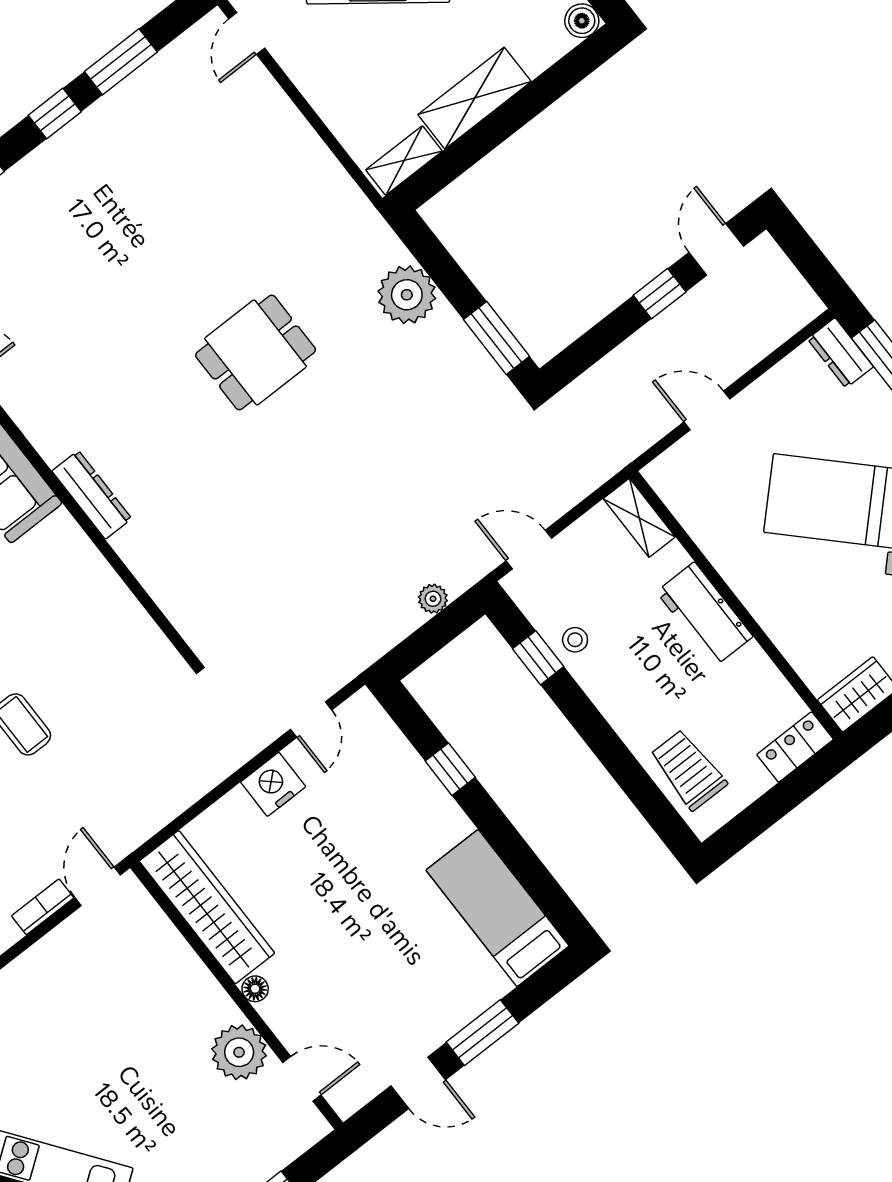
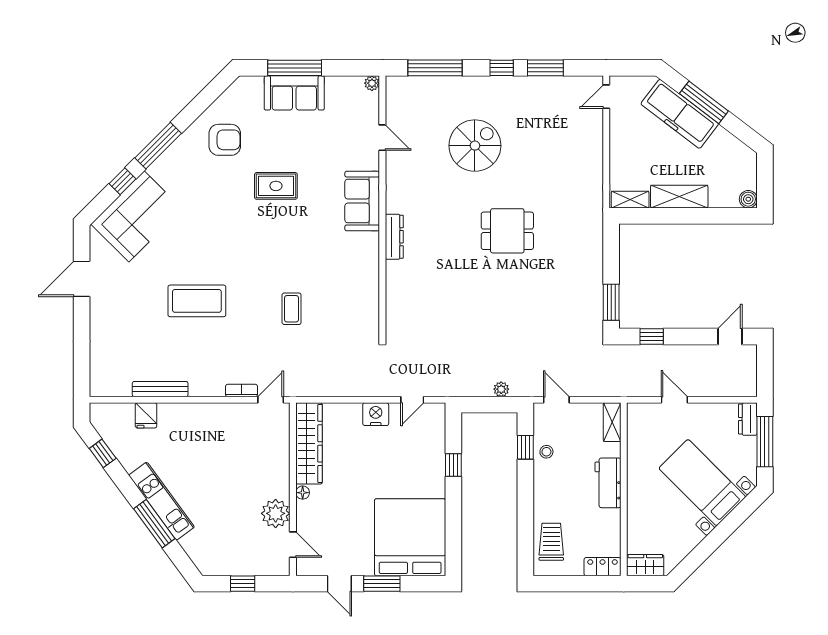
spiral stairs: (106, 262) -> (475, 146), added
window: (660, 294) -> (652, 337), moved
plant: (407, 295) -> (588, 256), removed
bed: (498, 908) -> (410, 537), width x2.04

